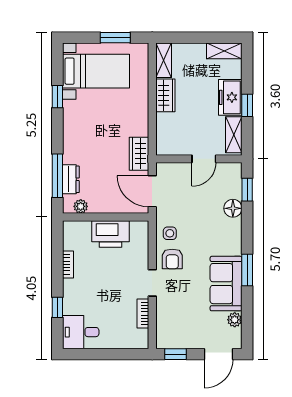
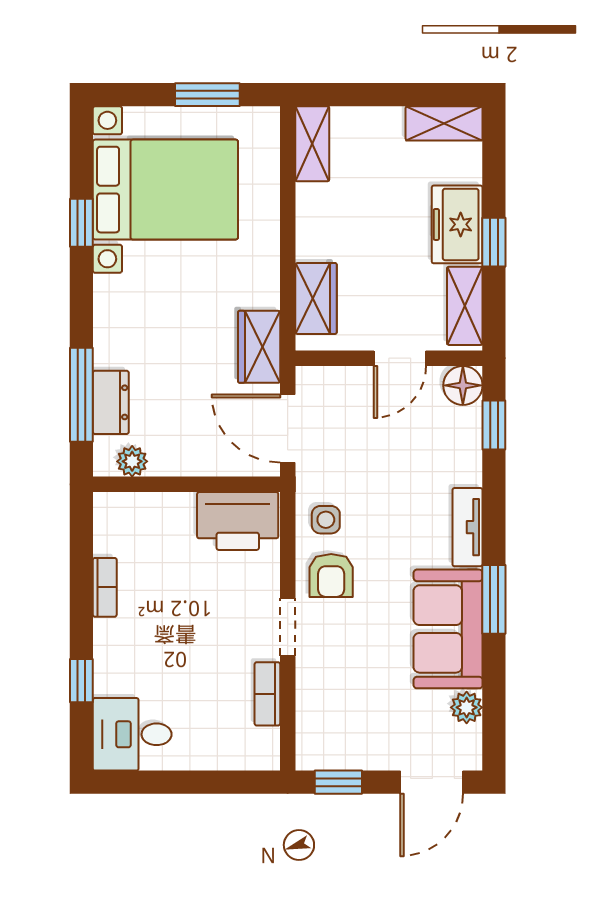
bed with nightstands: (96, 71) -> (165, 190), width x1.36
wardrobe: (165, 95) -> (316, 298), moved
floor lamp: (233, 208) -> (463, 385), moved
printer: (110, 234) -> (238, 521), moved
tv unit: (235, 237) -> (467, 527), added

